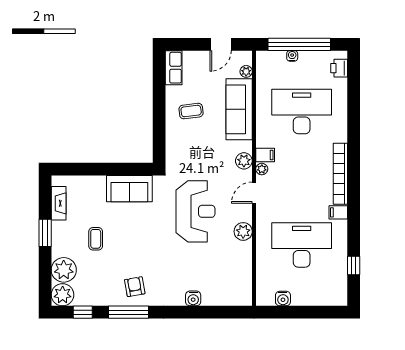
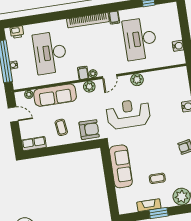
armchair: (182, 151) -> (89, 130), added
sofa: (129, 189) -> (121, 166), width x1.36
door: (254, 193) -> (110, 76), hinge flipped
fireplace: (59, 203) -> (149, 205), moved

